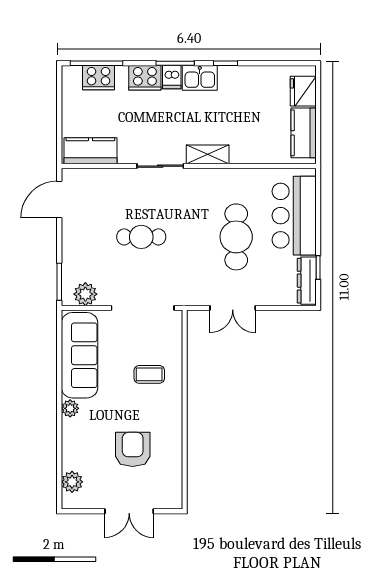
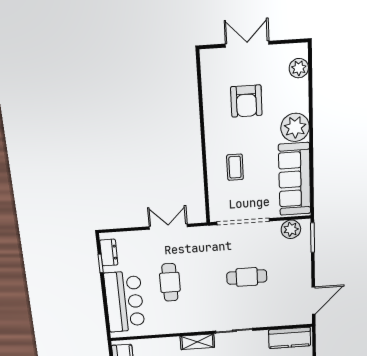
cafe table: (236, 237) -> (170, 282), width x0.73, depth x0.74
dresser: (307, 281) -> (109, 253), width x0.70
coffee table: (149, 374) -> (235, 167), turned 90
plant: (70, 408) -> (295, 127), width x1.88, depth x1.88

